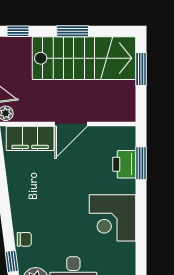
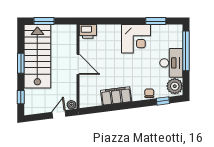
filing cabinet: (30, 138) -> (116, 96), moved, turned -97
window: (141, 163) -> (156, 21), moved
printer: (124, 164) -> (88, 31), moved

